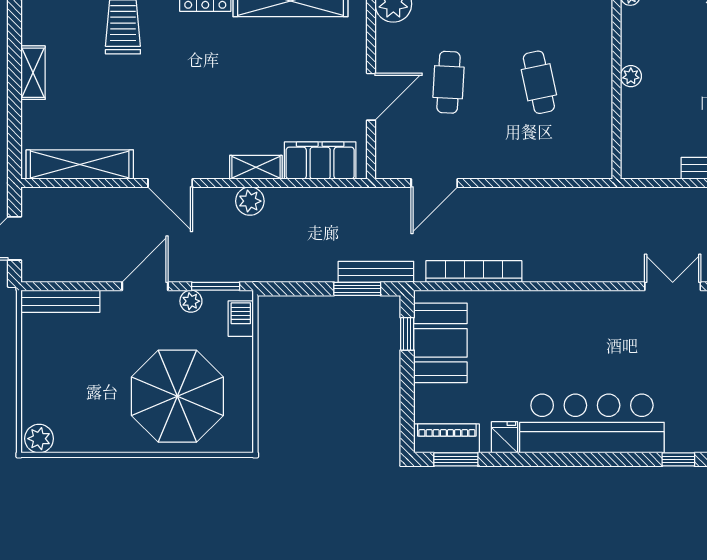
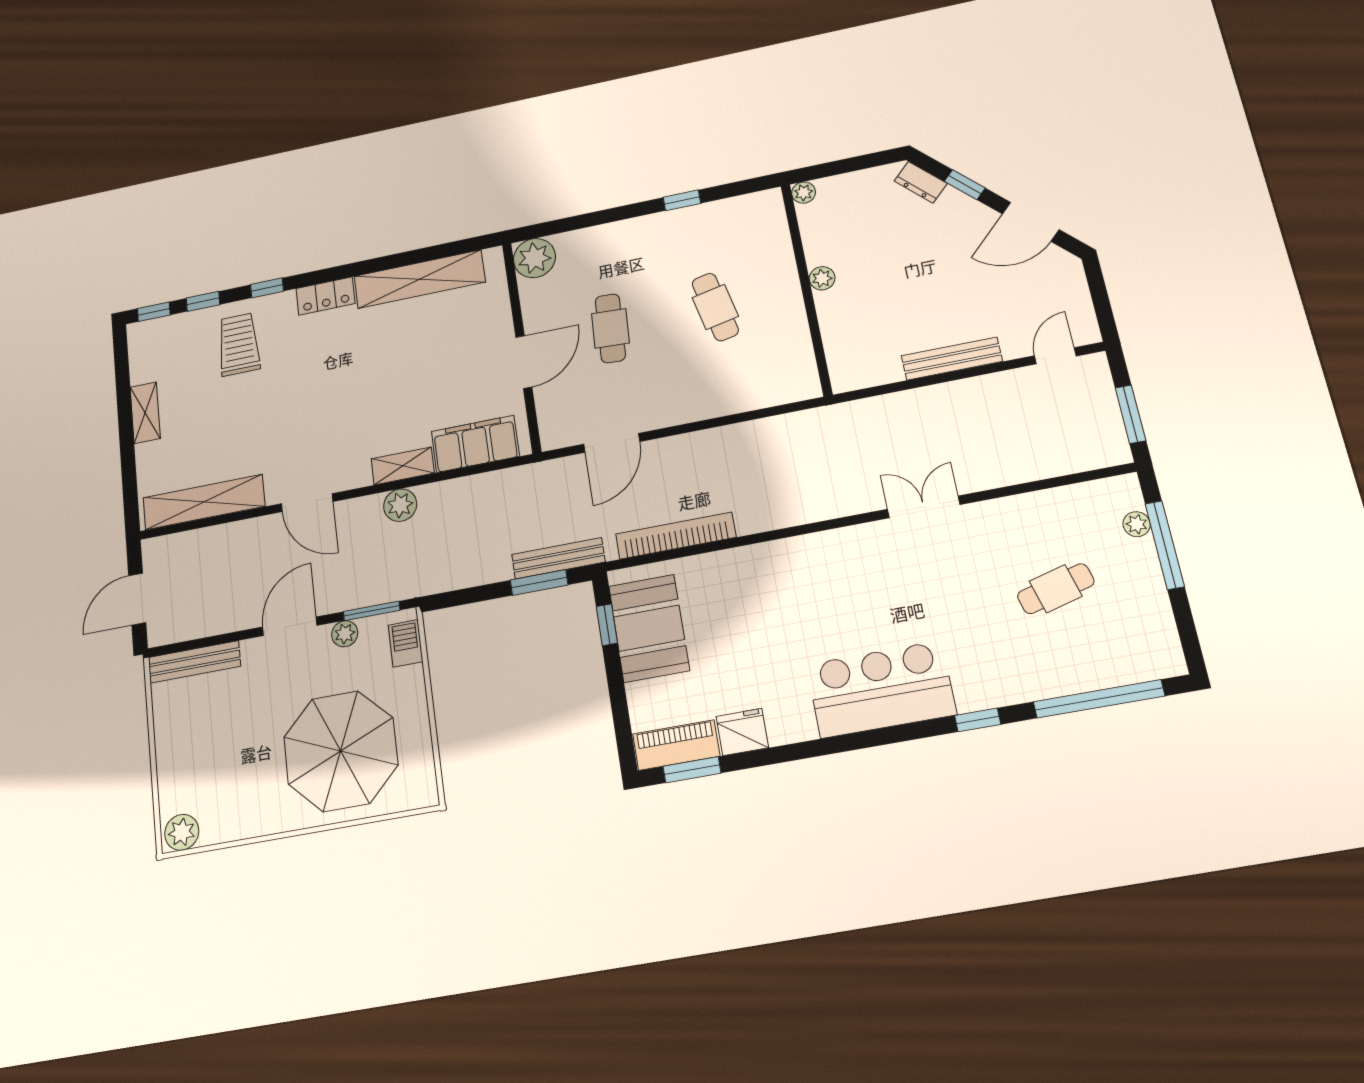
bar counter: (592, 423) -> (881, 689), width x0.73
fridge: (505, 437) -> (742, 732), width x1.38

